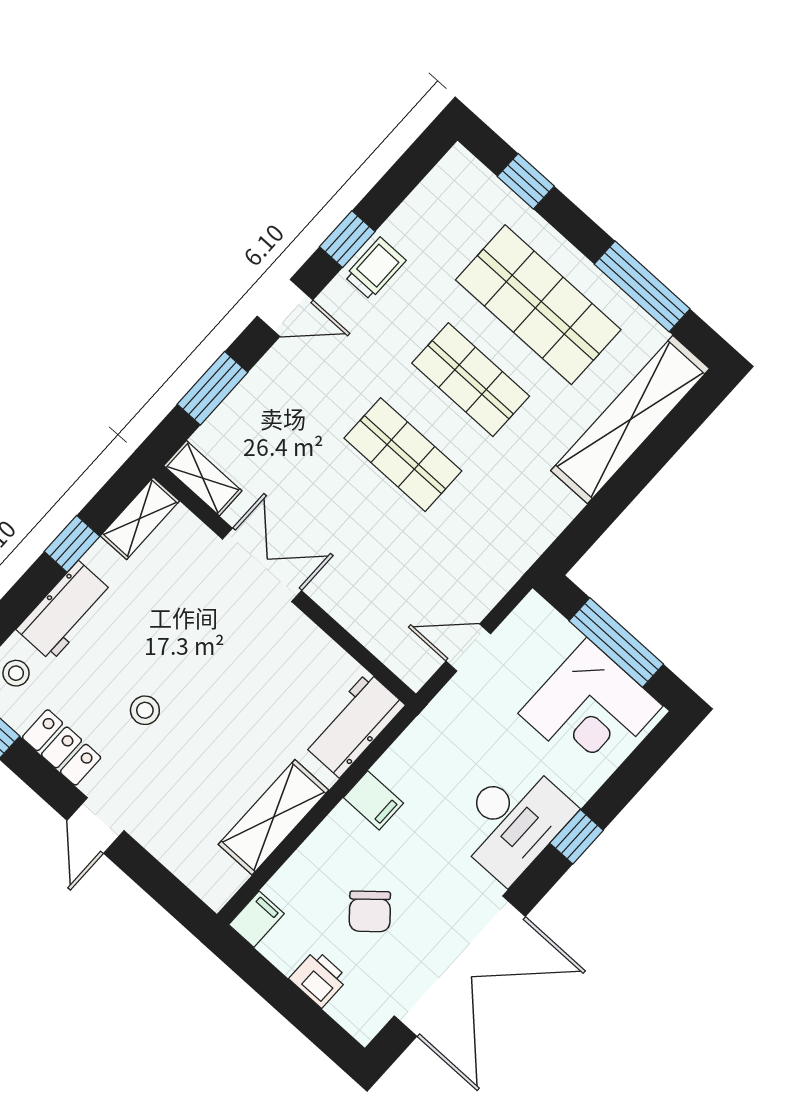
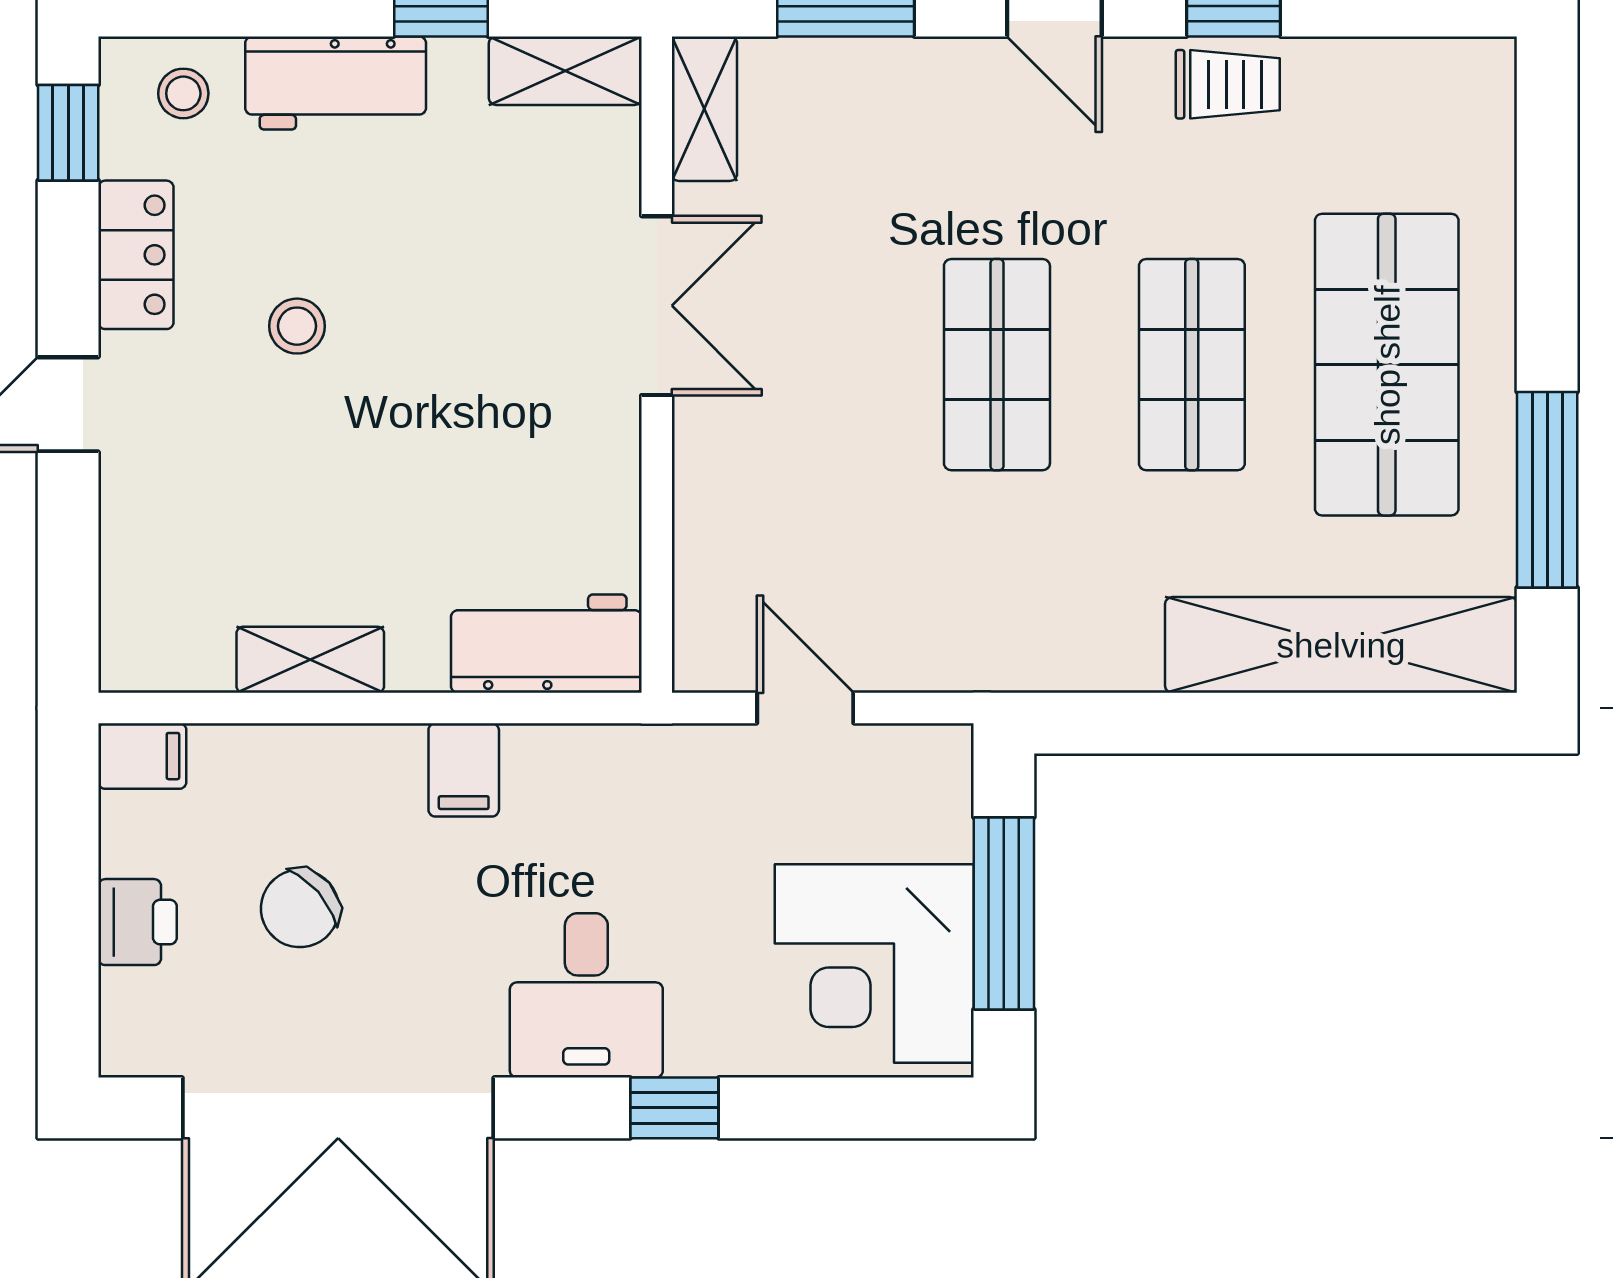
window: (526, 181) -> (1547, 187), removed
shelving: (274, 817) -> (310, 660), width x0.67, depth x0.75
desk: (513, 821) -> (586, 995), width x0.73

